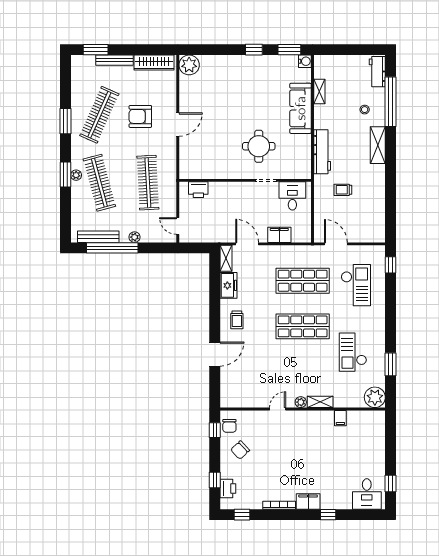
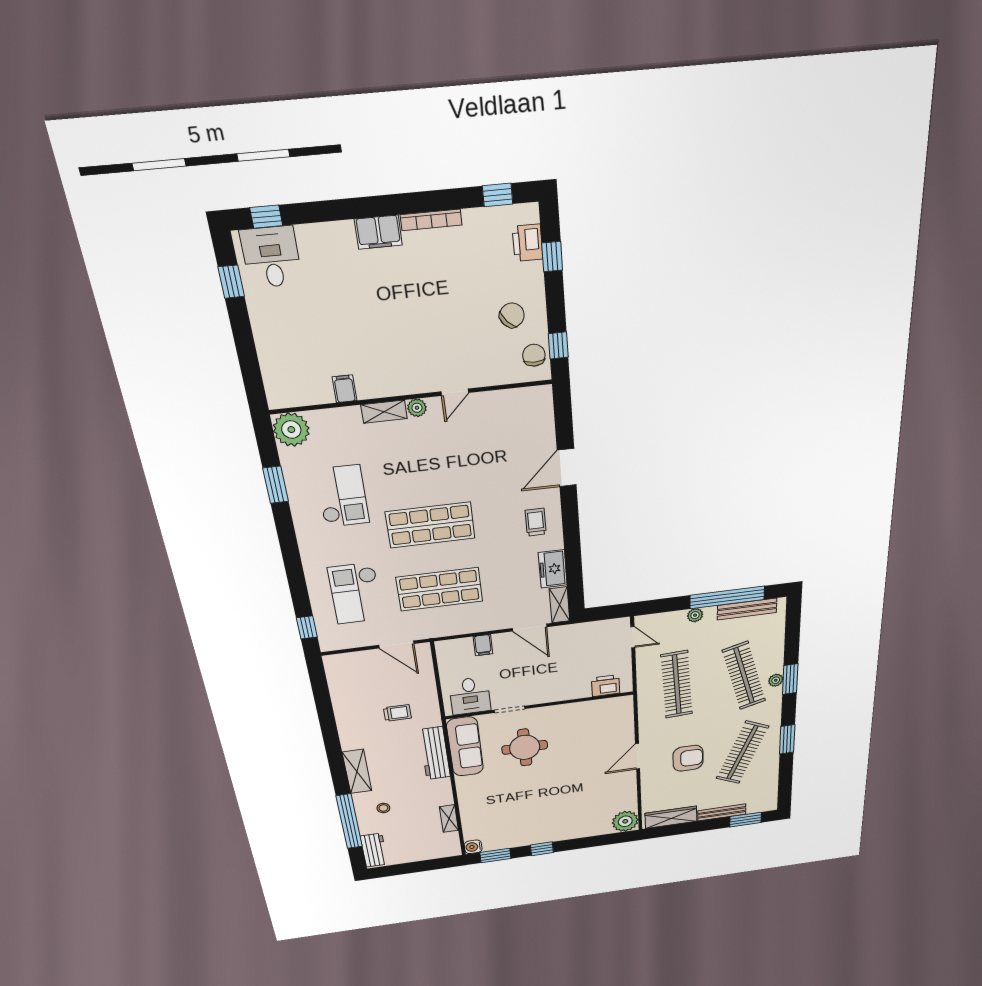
sofa: (301, 108) -> (465, 747), moved
filing cabinet: (279, 235) -> (483, 645), width x0.50
window: (328, 515) -> (266, 217), moved

